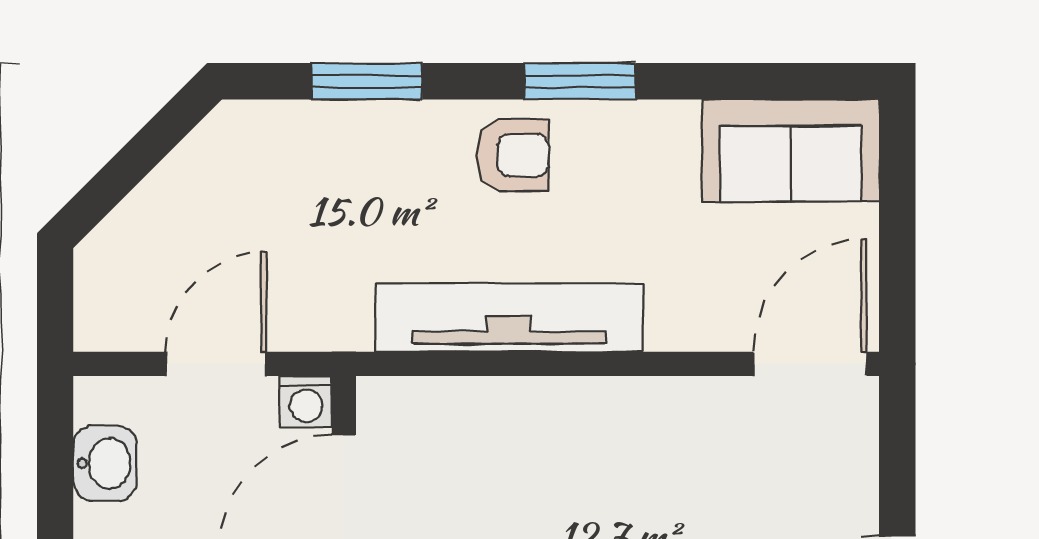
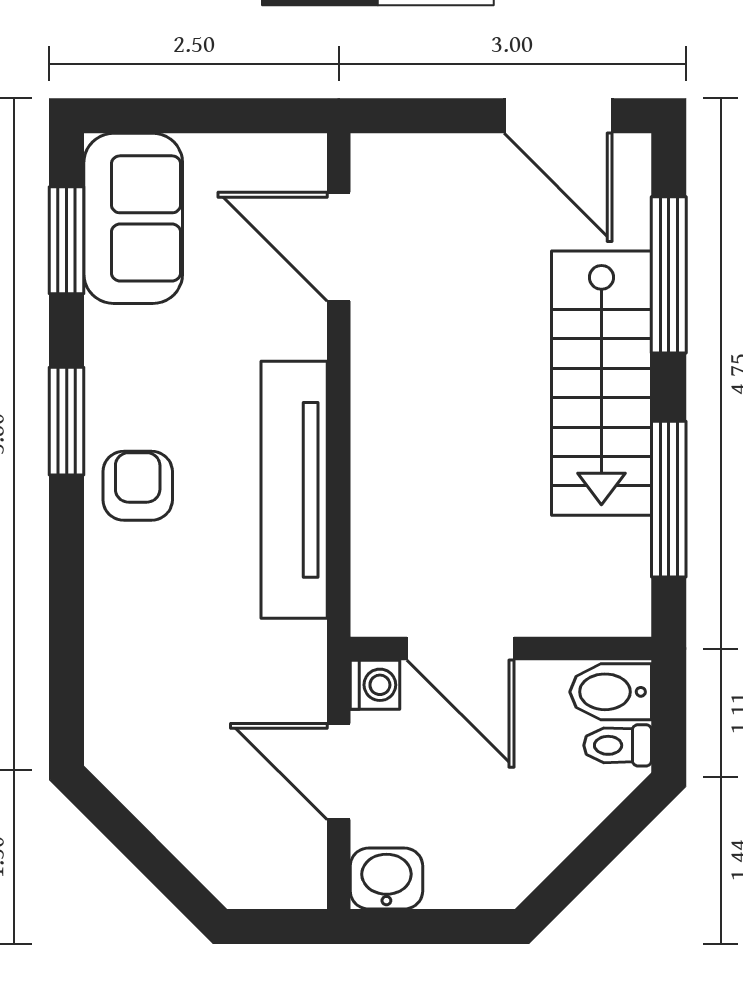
window: (367, 81) -> (67, 240), moved
door: (810, 364) -> (339, 247), moved
washbasin: (105, 463) -> (386, 879), moved

